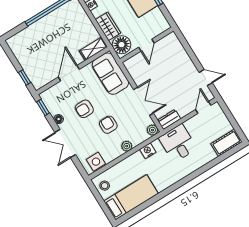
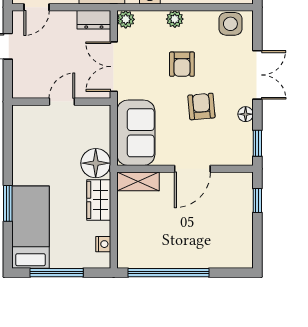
door: (146, 45) -> (62, 102), moved
wall: (147, 45) -> (61, 102), moved
armchair: (84, 109) -> (201, 106), turned -95

